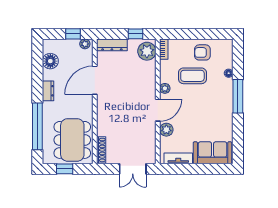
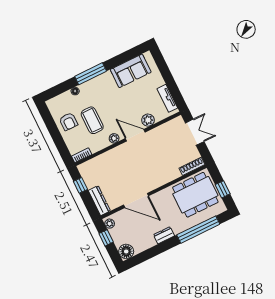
plant: (147, 51) -> (90, 169), removed
floor lamp: (50, 61) -> (126, 251), moved
sofa: (213, 153) -> (131, 71), moved, turned -90

